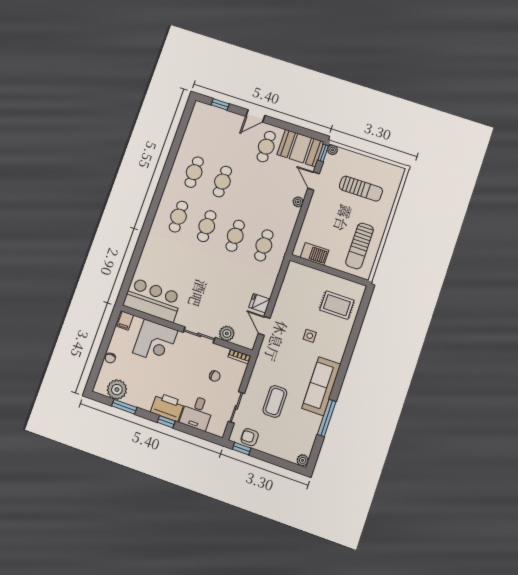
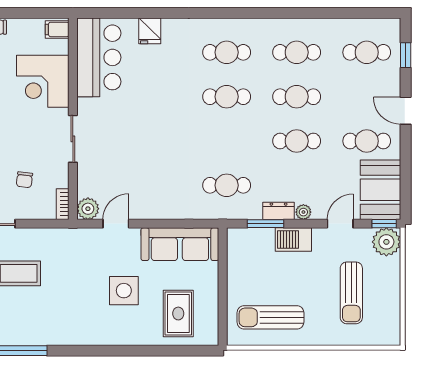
cafe table: (210, 128) -> (367, 52), added
plant: (333, 150) -> (386, 242), width x1.87, depth x1.87
dresser: (292, 218) -> (279, 211), added
window: (297, 229) -> (265, 224), added
cafe table: (235, 236) -> (297, 141), moved
barbecue: (315, 254) -> (293, 240), moved, turned 90
fridge: (260, 303) -> (150, 31), moved, turned 180
plant: (227, 333) -> (88, 209), moved
side table: (310, 336) -> (124, 291), width x1.87, depth x1.87
sofa: (321, 386) -> (180, 244), moved, turned 180

